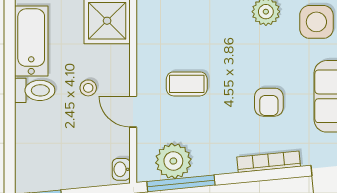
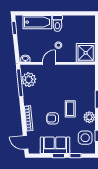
bathtub: (31, 41) -> (37, 22), moved
coffee table: (187, 84) -> (70, 109), moved

